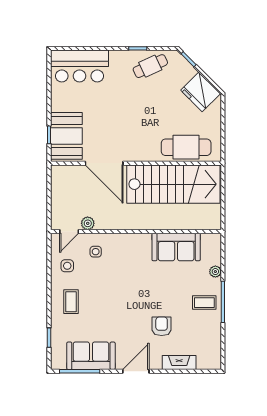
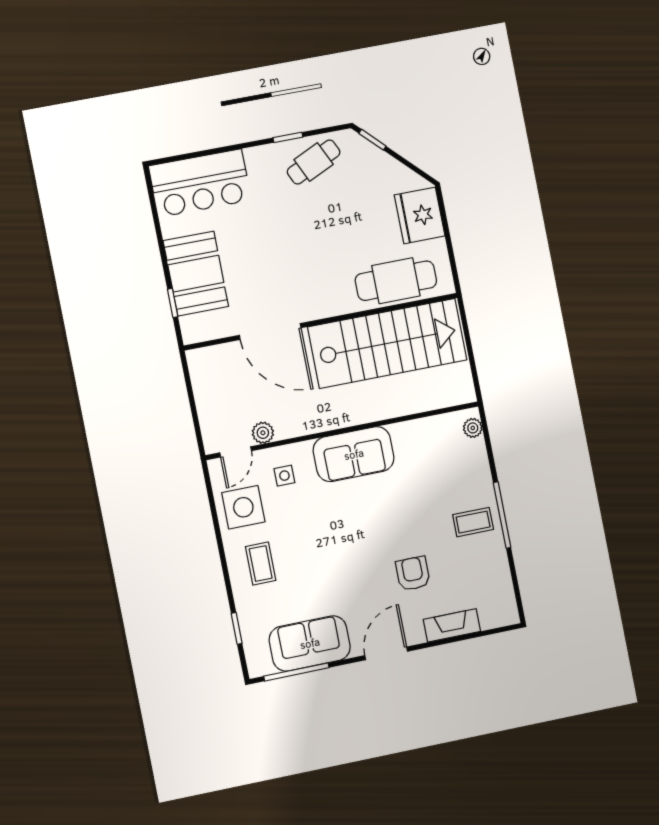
fridge: (201, 92) -> (420, 215), moved, turned 45
booth: (66, 136) -> (196, 274), moved
sofa: (176, 247) -> (354, 454), moved
side table: (67, 266) -> (243, 507), width x1.87, depth x1.87
plant: (215, 272) -> (473, 428), moved

